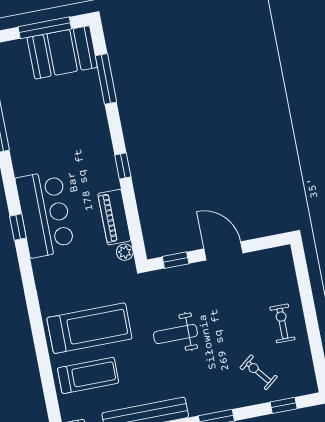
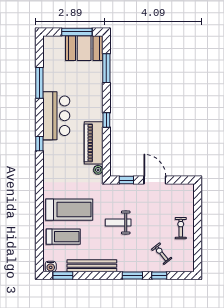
bar counter: (45, 214) -> (56, 116), moved
piano: (114, 217) -> (94, 143), width x1.37, depth x1.33
window: (284, 405) -> (159, 275), moved

